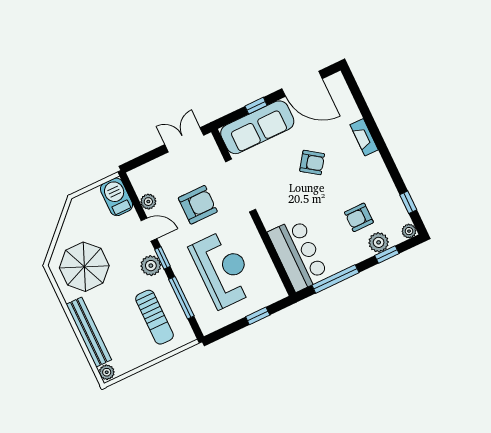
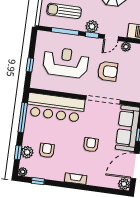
plant: (336, 83) -> (124, 184), added
fireplace: (364, 137) -> (76, 179), moved
armchair: (312, 162) -> (91, 145), turned 145
armchair: (198, 205) -> (108, 71), turned -90
bar counter: (298, 254) -> (56, 107), width x1.36
reception desk: (223, 269) -> (66, 62), turned 180

